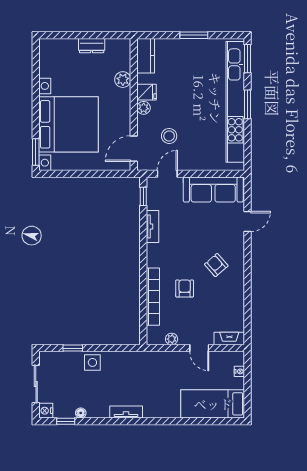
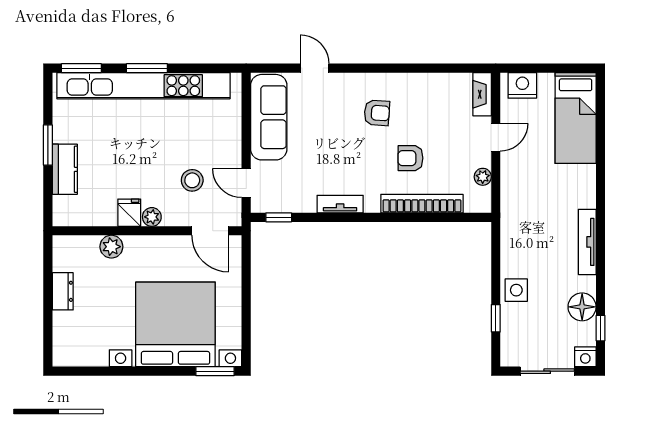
kitchen counter: (146, 56) -> (65, 169), moved, turned 90
tv unit: (152, 227) -> (340, 204), moved
armchair: (216, 265) -> (377, 113), turned -135
nightstand: (239, 371) -> (522, 85), width x1.89, depth x1.79
tv unit: (126, 412) -> (587, 242), width x1.41
floor lamp: (81, 413) -> (582, 307), width x1.89, depth x1.89

